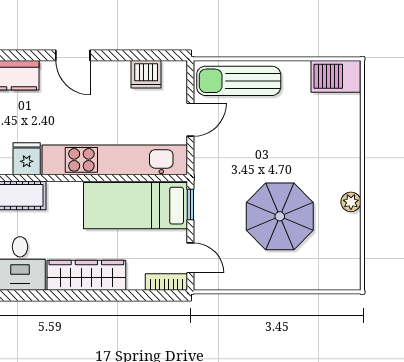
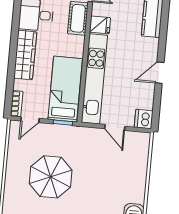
door: (73, 55) -> (160, 73), moved
dishwasher: (146, 74) -> (144, 119), moved
sun lounger: (239, 81) -> (136, 159), removed

